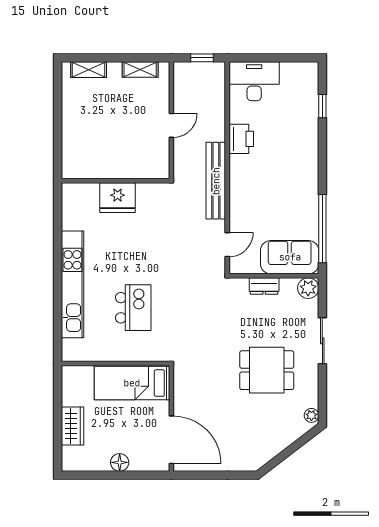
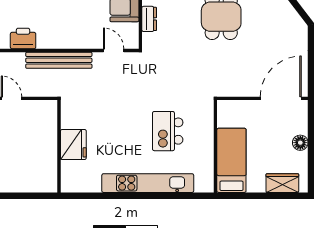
kitchen island: (133, 308) -> (168, 131), turned -90
bed: (132, 383) -> (231, 160), moved, turned 180
wardrobe: (72, 426) -> (282, 183), moved

